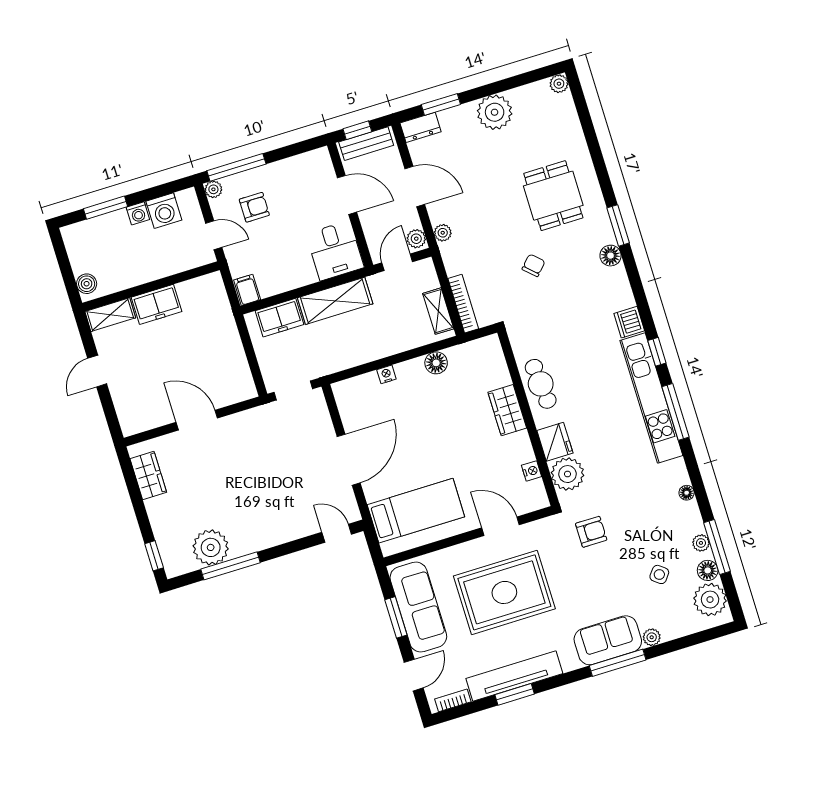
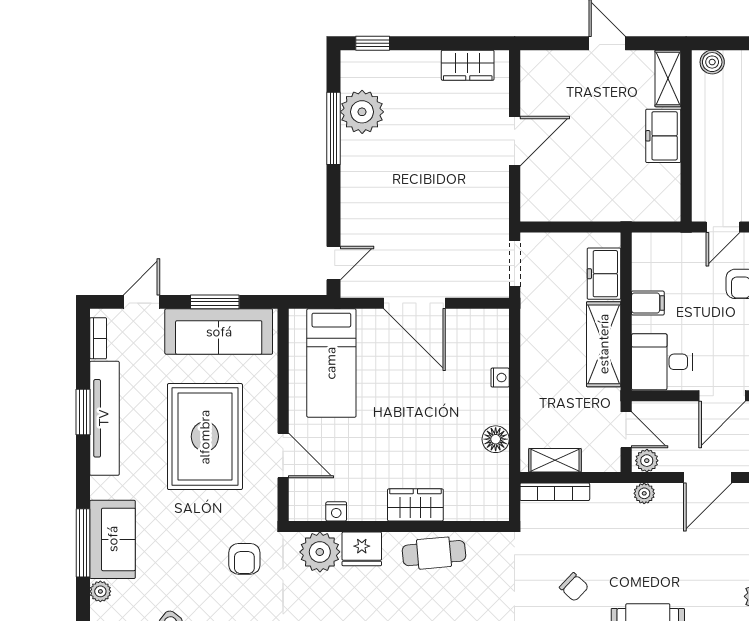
filing cabinet: (247, 290) -> (648, 303), moved
door: (500, 526) -> (283, 456), hinge flipped
door: (414, 675) -> (141, 302), swing flipped

